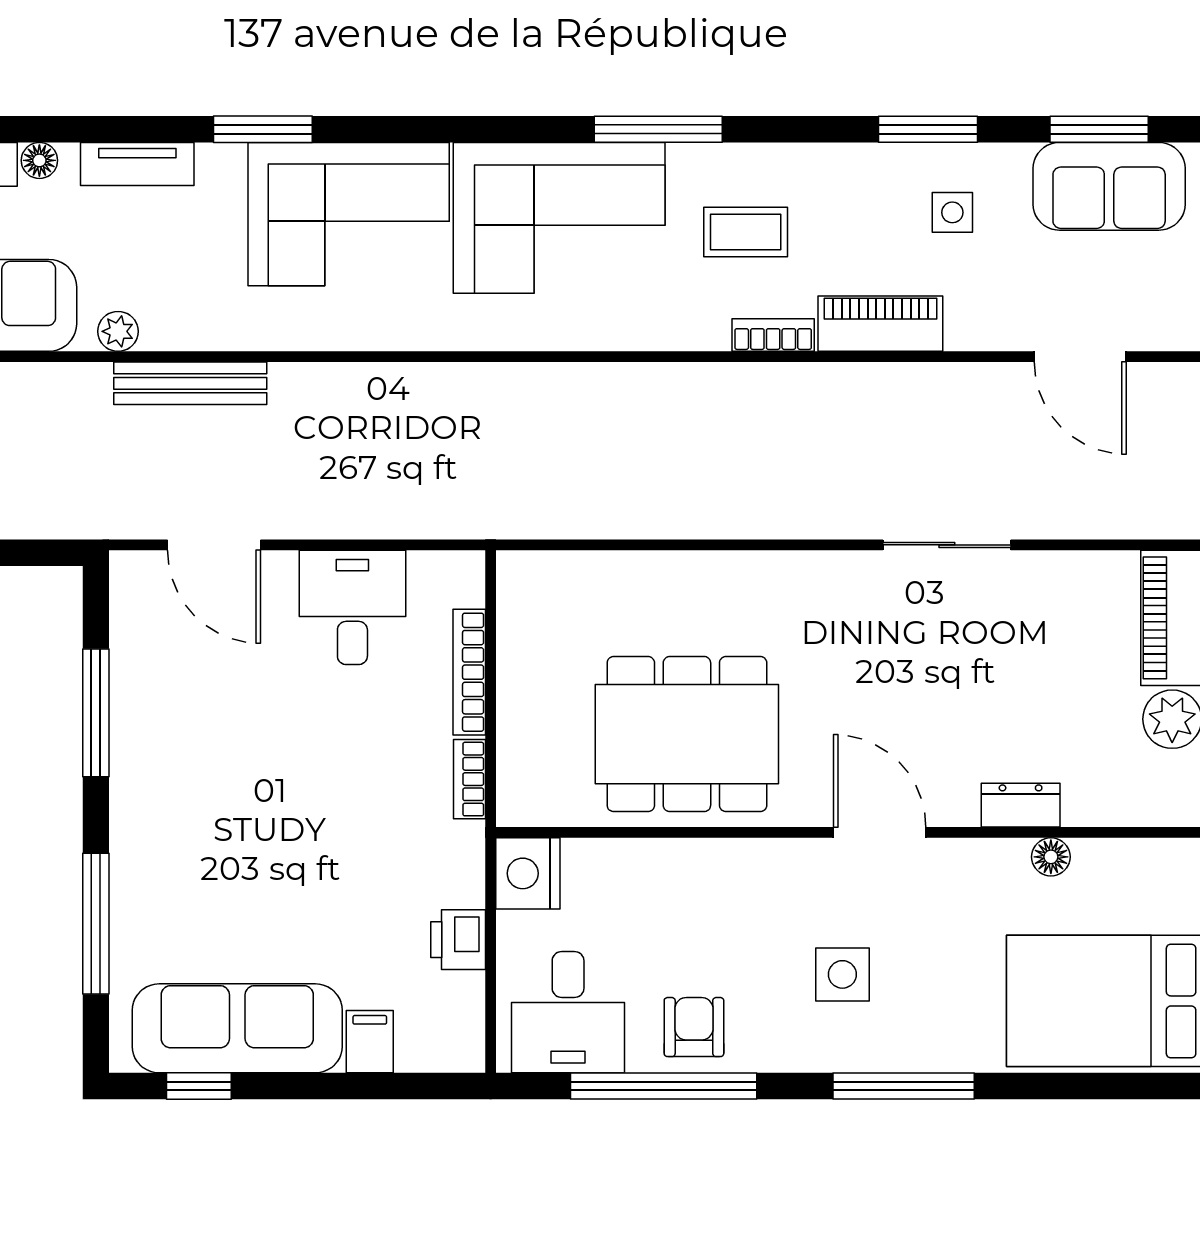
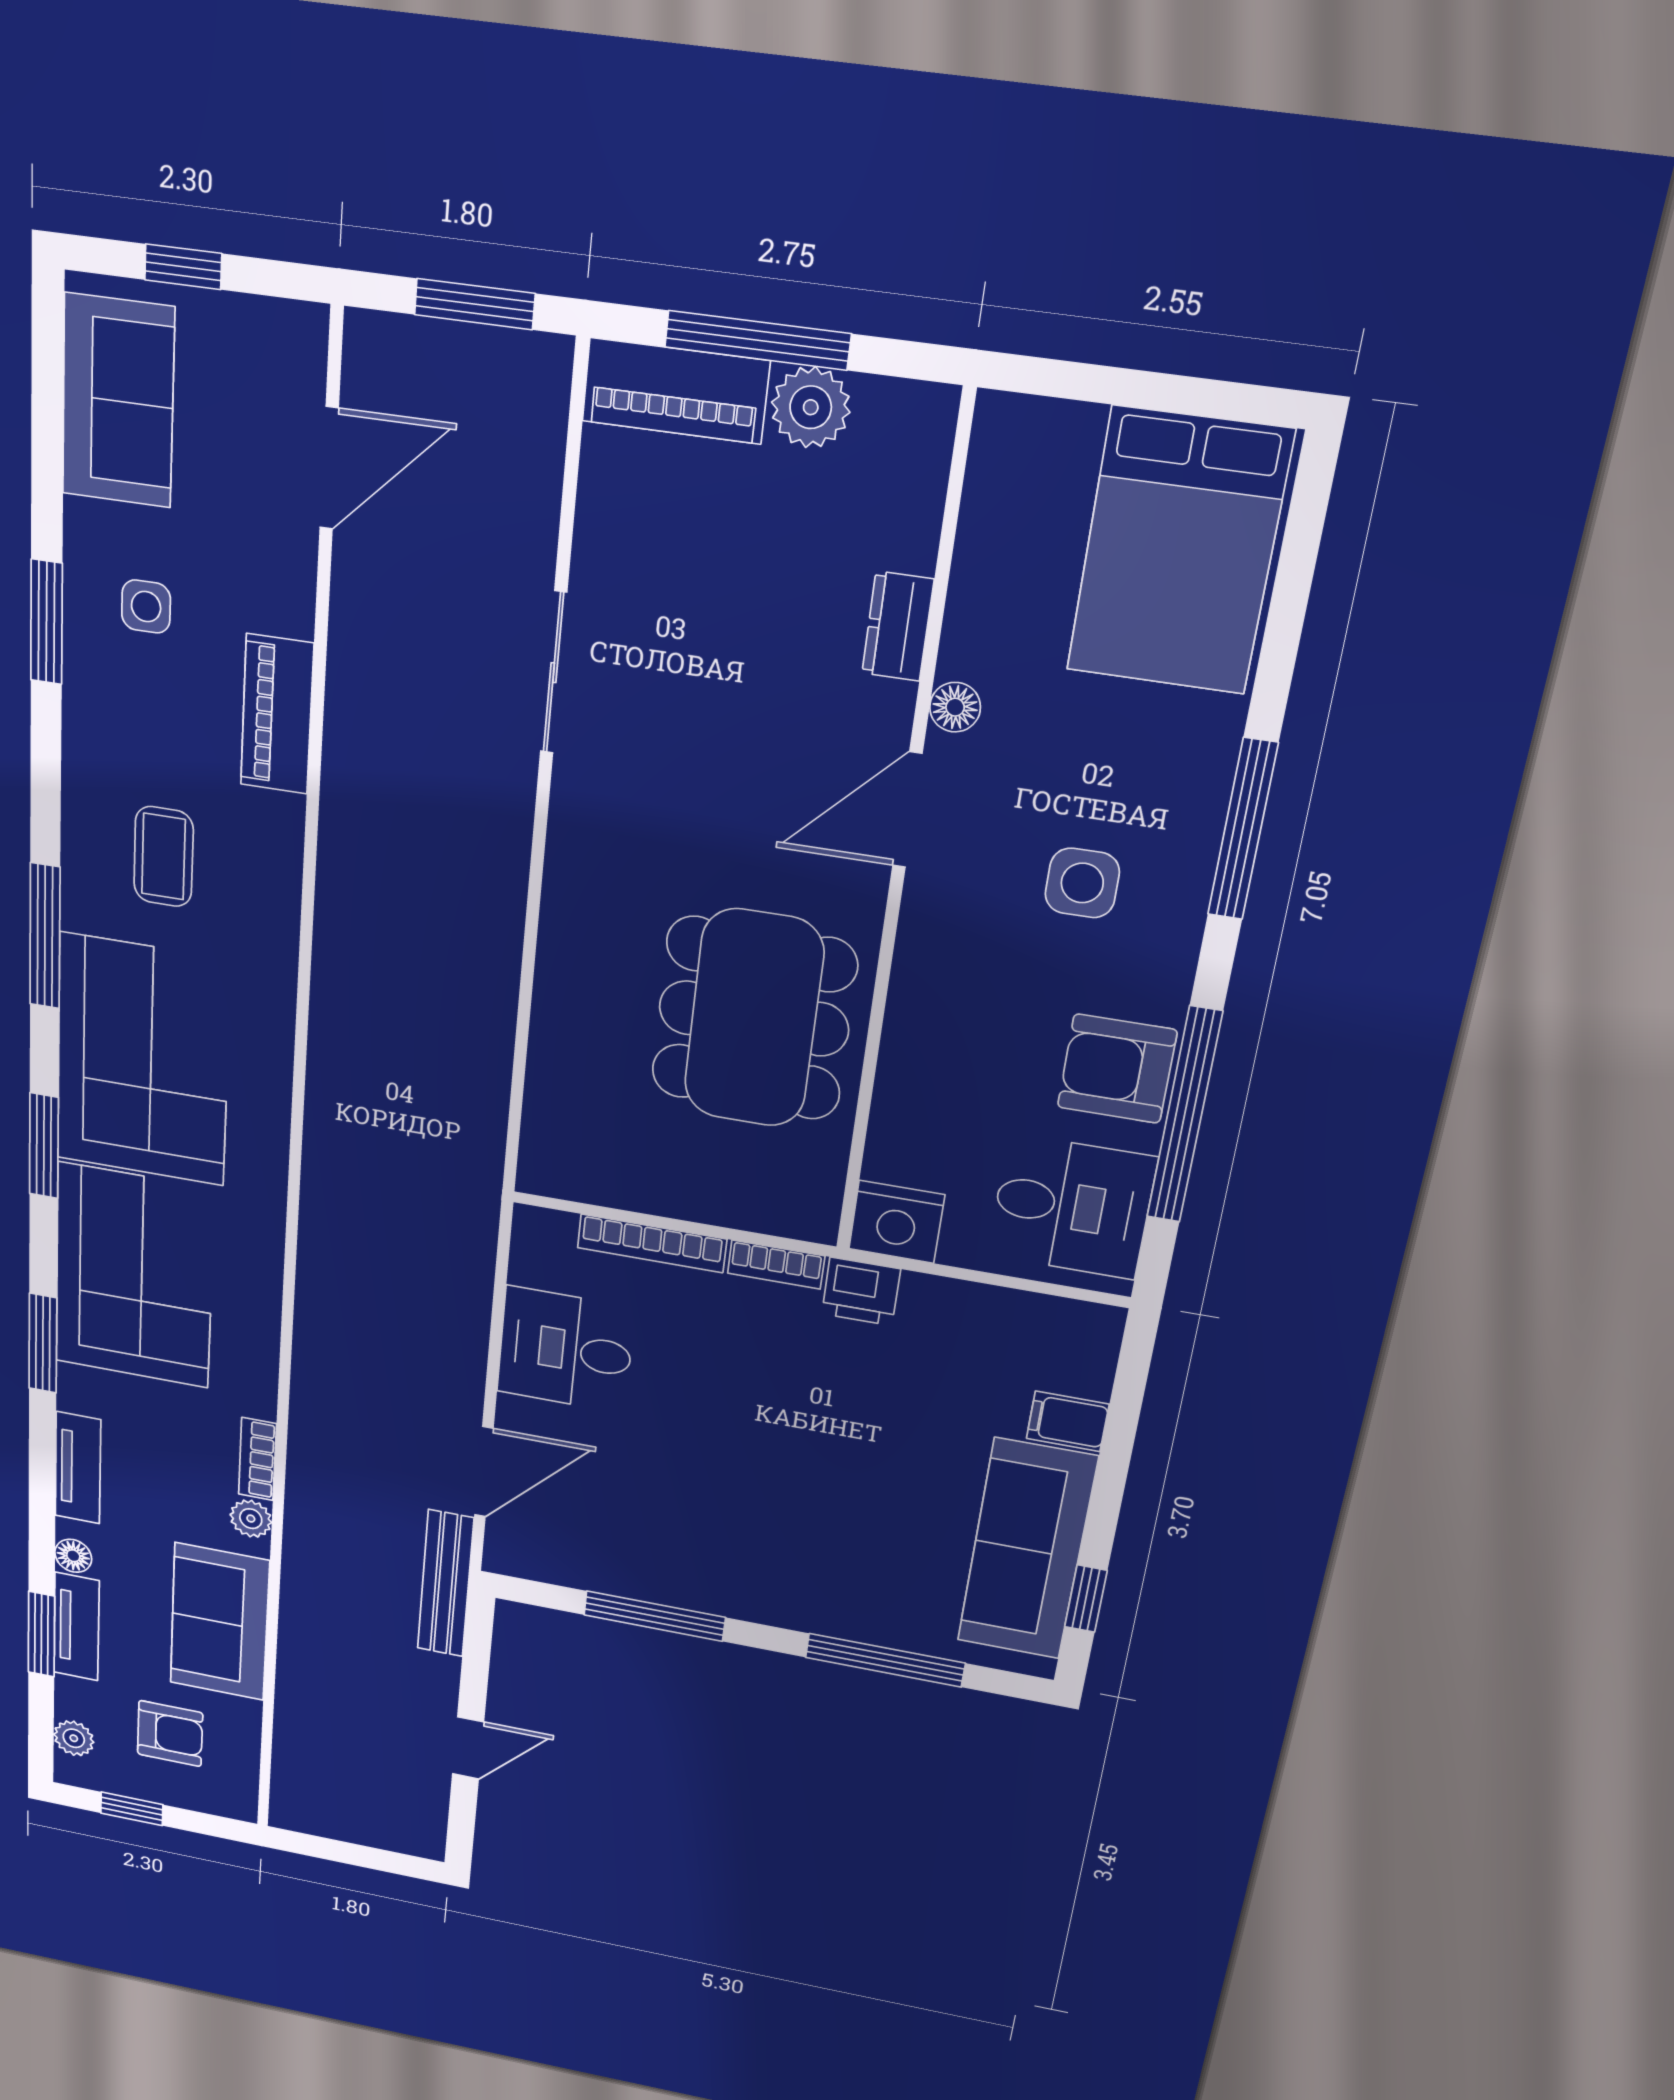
window: (1099, 129) -> (44, 1146), moved
bookcase: (773, 335) -> (257, 1459), moved
bench: (190, 383) -> (446, 1584), moved
floor lamp: (1051, 857) -> (955, 707), moved
printer: (458, 940) -> (861, 1291), moved
armchair: (694, 1027) -> (1117, 1069), width x1.38, depth x1.38

